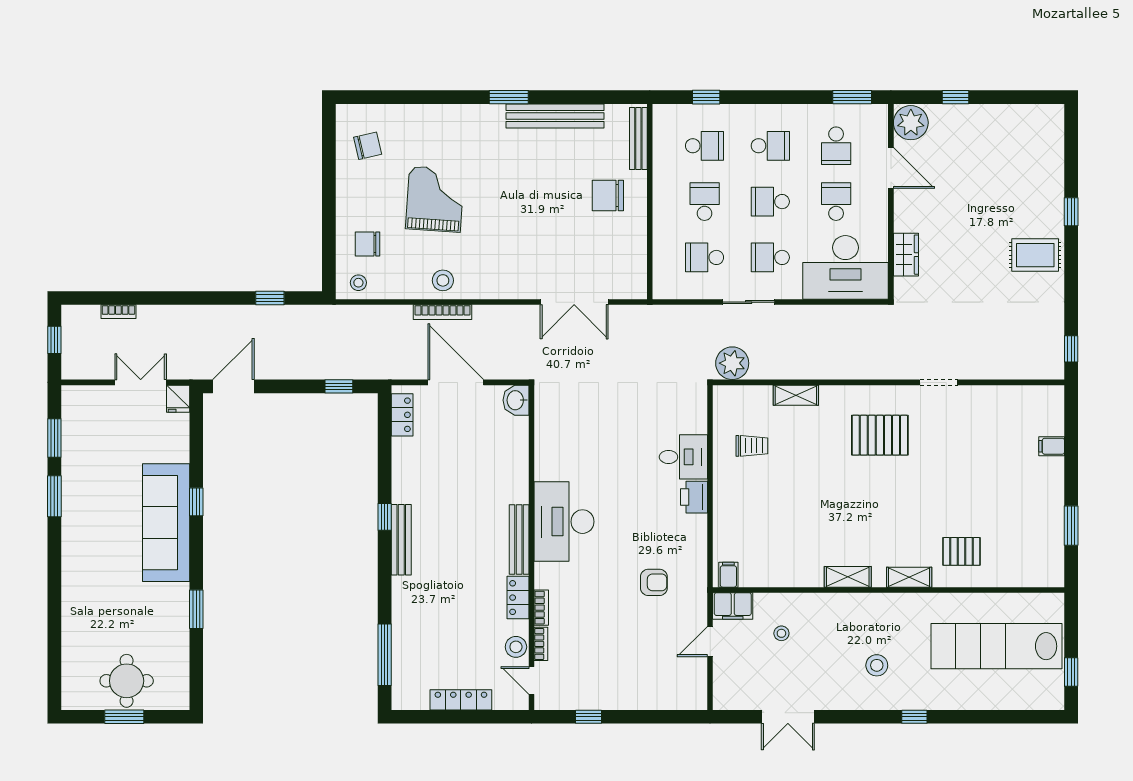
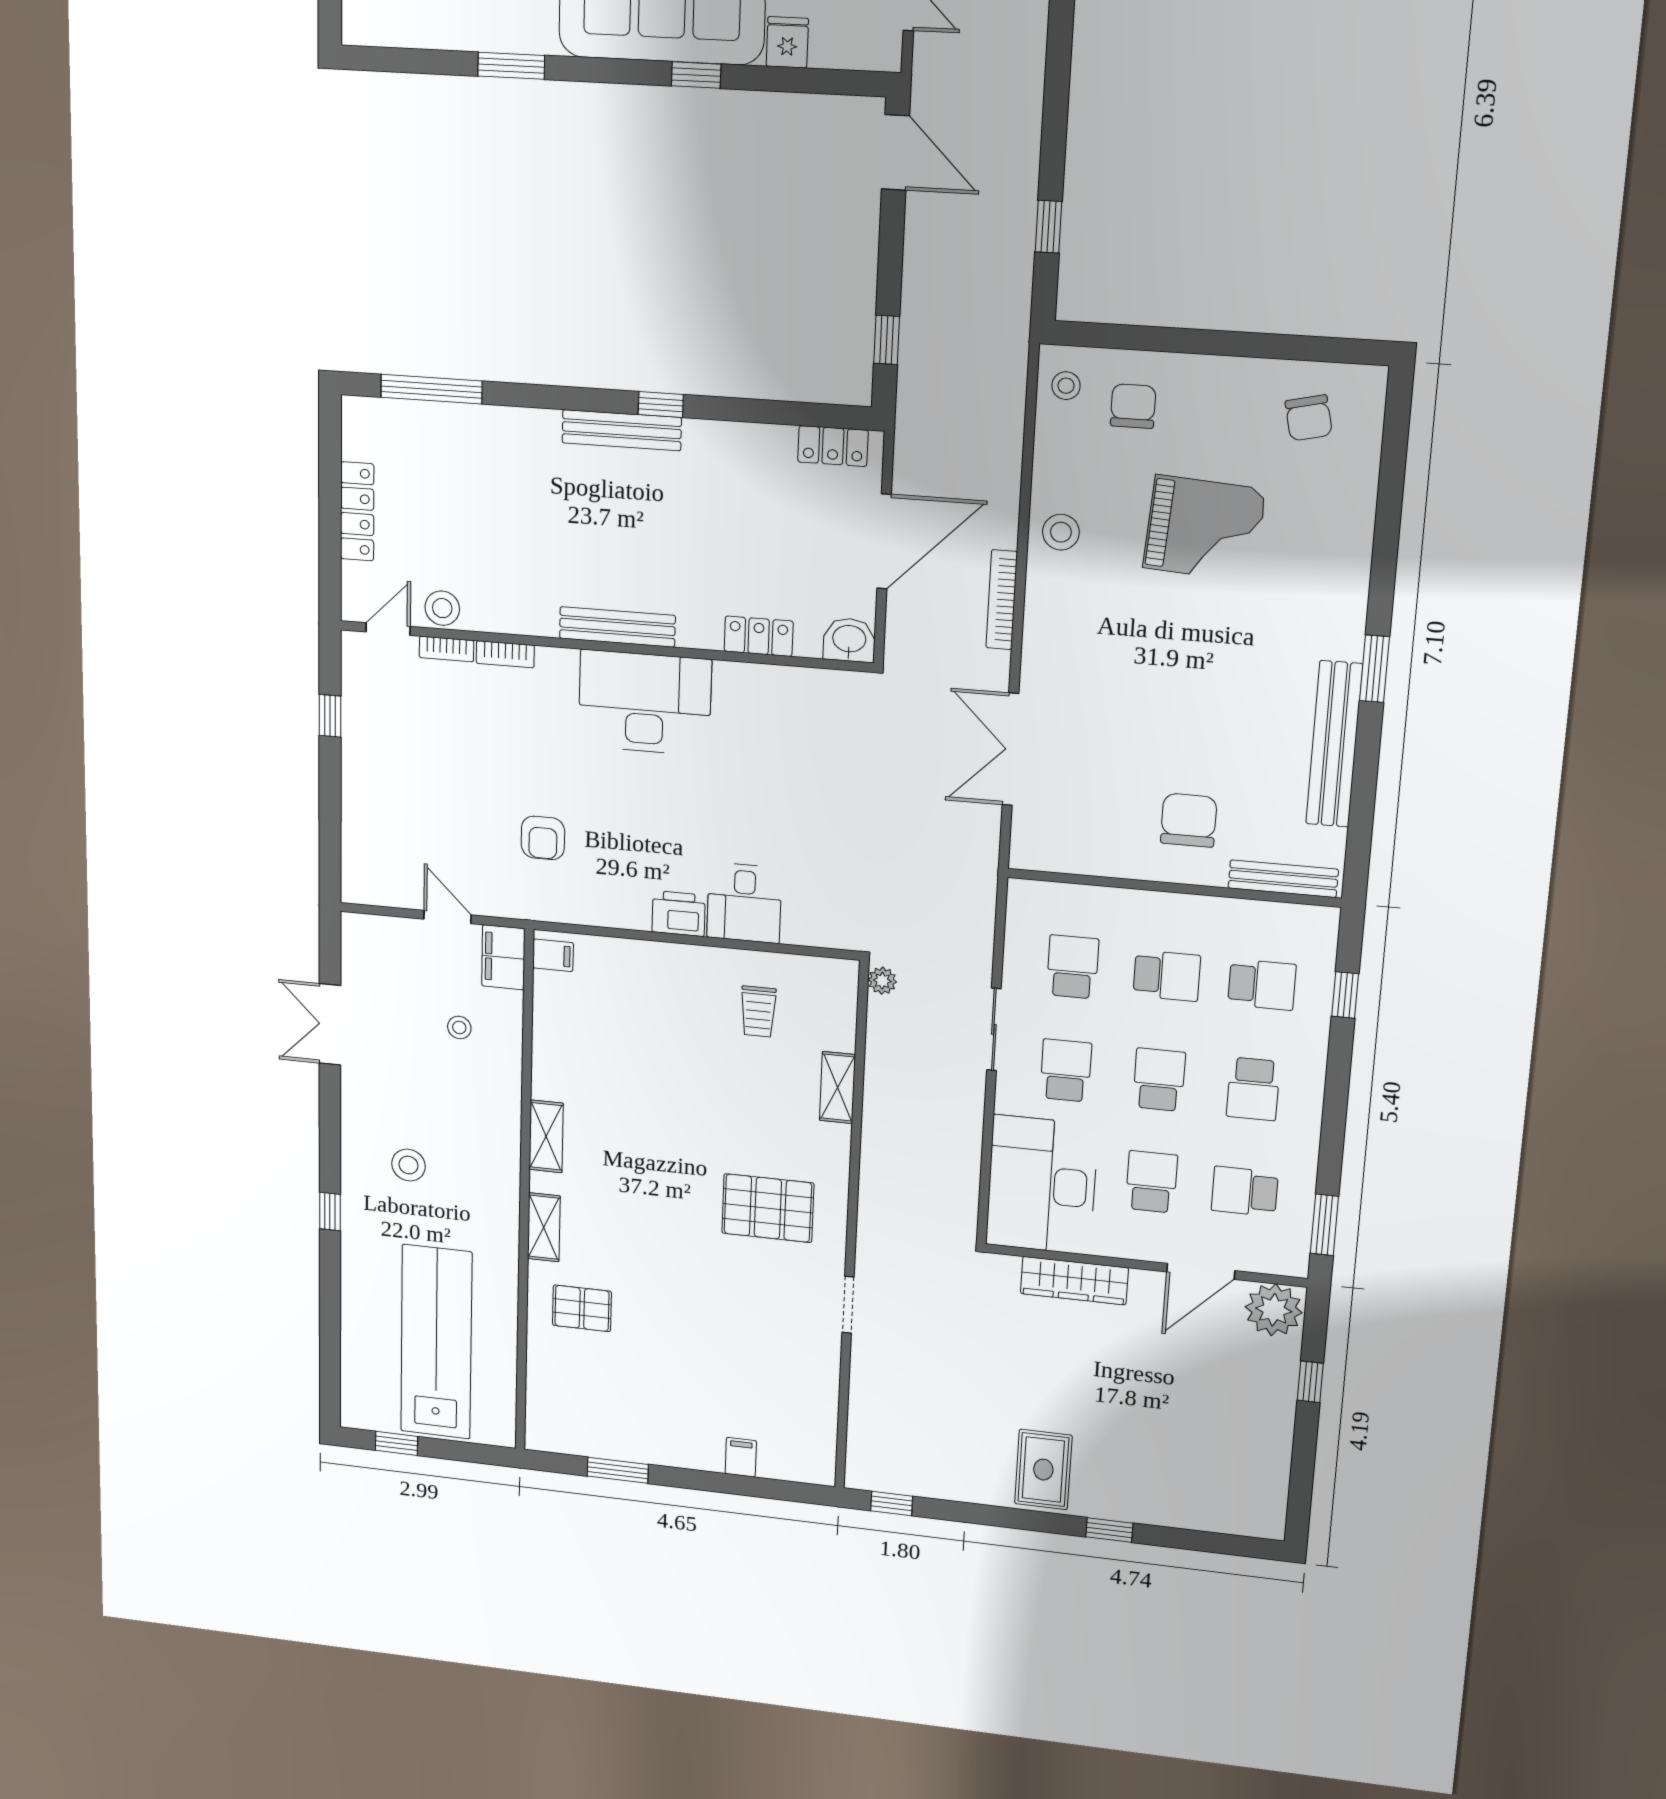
school desk: (705, 146) -> (1262, 985), turned -90
school desk: (836, 202) -> (1151, 1182), turned -90
wardrobe: (906, 255) -> (1074, 1281), width x1.50
bookcase: (443, 312) -> (1002, 600), moved
plant: (732, 363) -> (882, 981), width x0.53, depth x0.53
fridge: (178, 399) -> (787, 42), moved, turned 90
pallet: (880, 435) -> (768, 1208), turned 90
pallet: (961, 551) -> (582, 1308), turned 90
locker: (518, 598) -> (759, 636), moved

